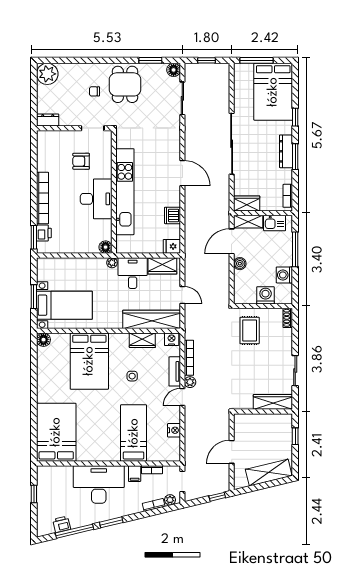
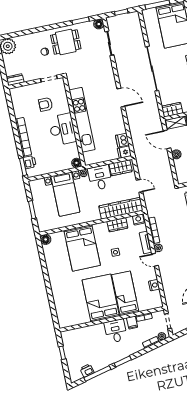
dining table: (125, 84) -> (66, 42), turned 90
dishwasher: (172, 215) -> (122, 140), moved
door: (232, 241) -> (167, 139), hinge flipped
bed with nightstands: (64, 305) -> (65, 194), moved, turned 90
door: (182, 397) -> (155, 260), hinge flipped
bed: (56, 432) -> (101, 298), moved
desk: (99, 484) -> (116, 331), width x0.53, depth x0.77

